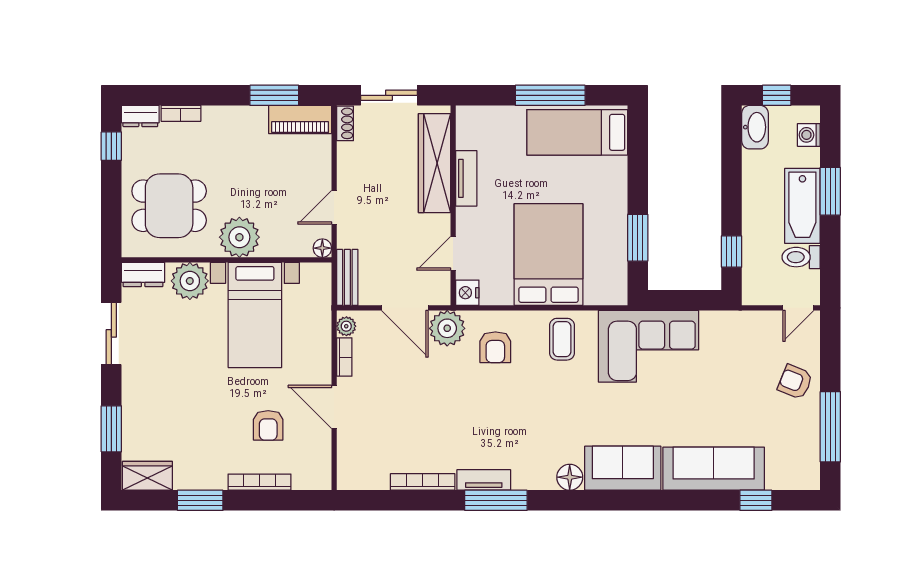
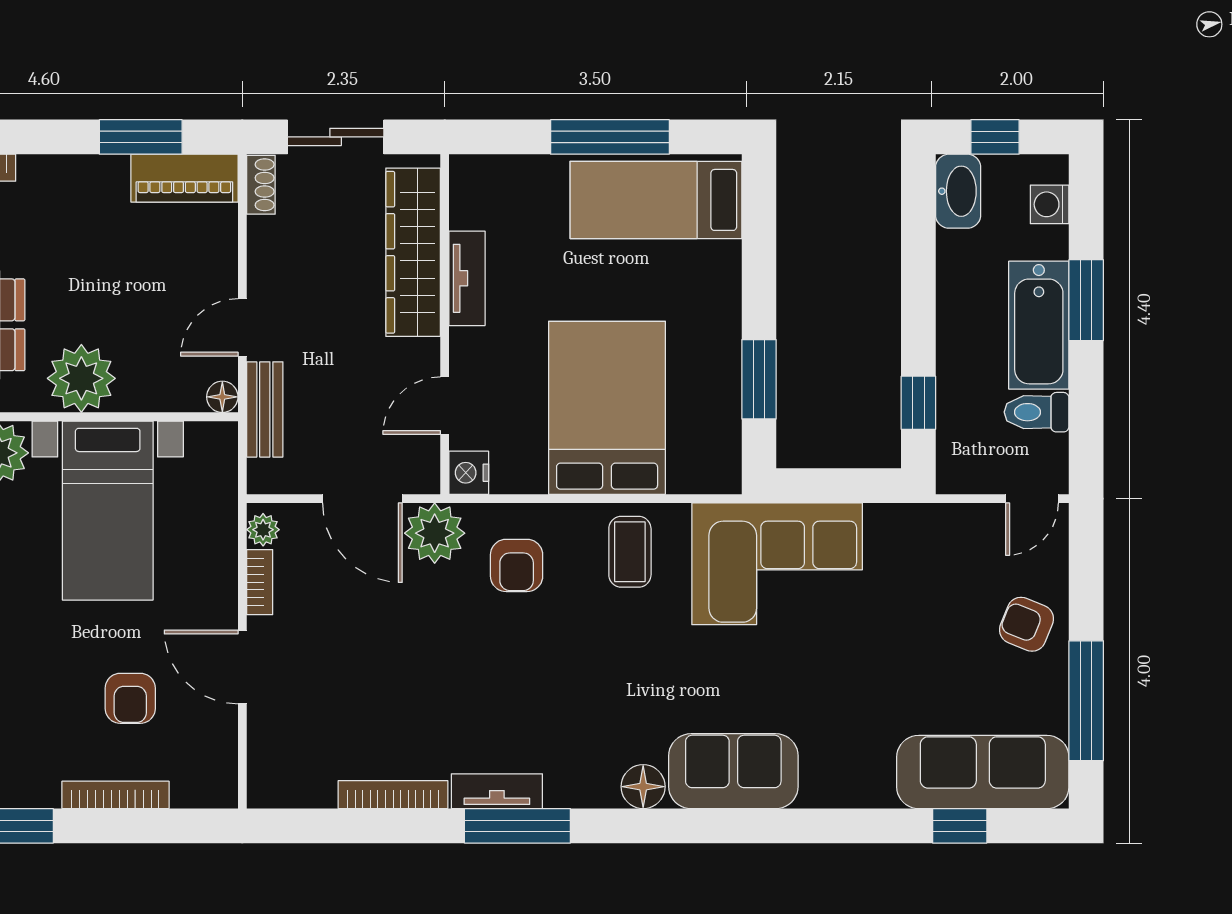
bench: (347, 277) -> (265, 409), moved
sofa: (714, 469) -> (983, 772), moved

